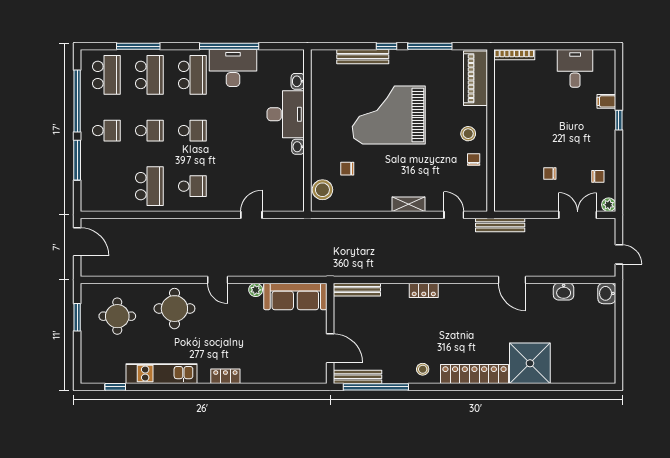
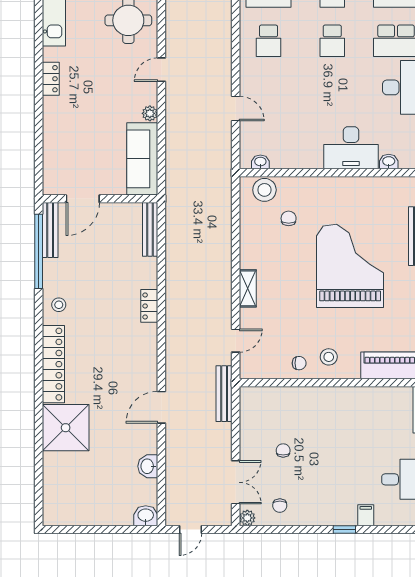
washbasin: (298, 147) -> (260, 162), moved

